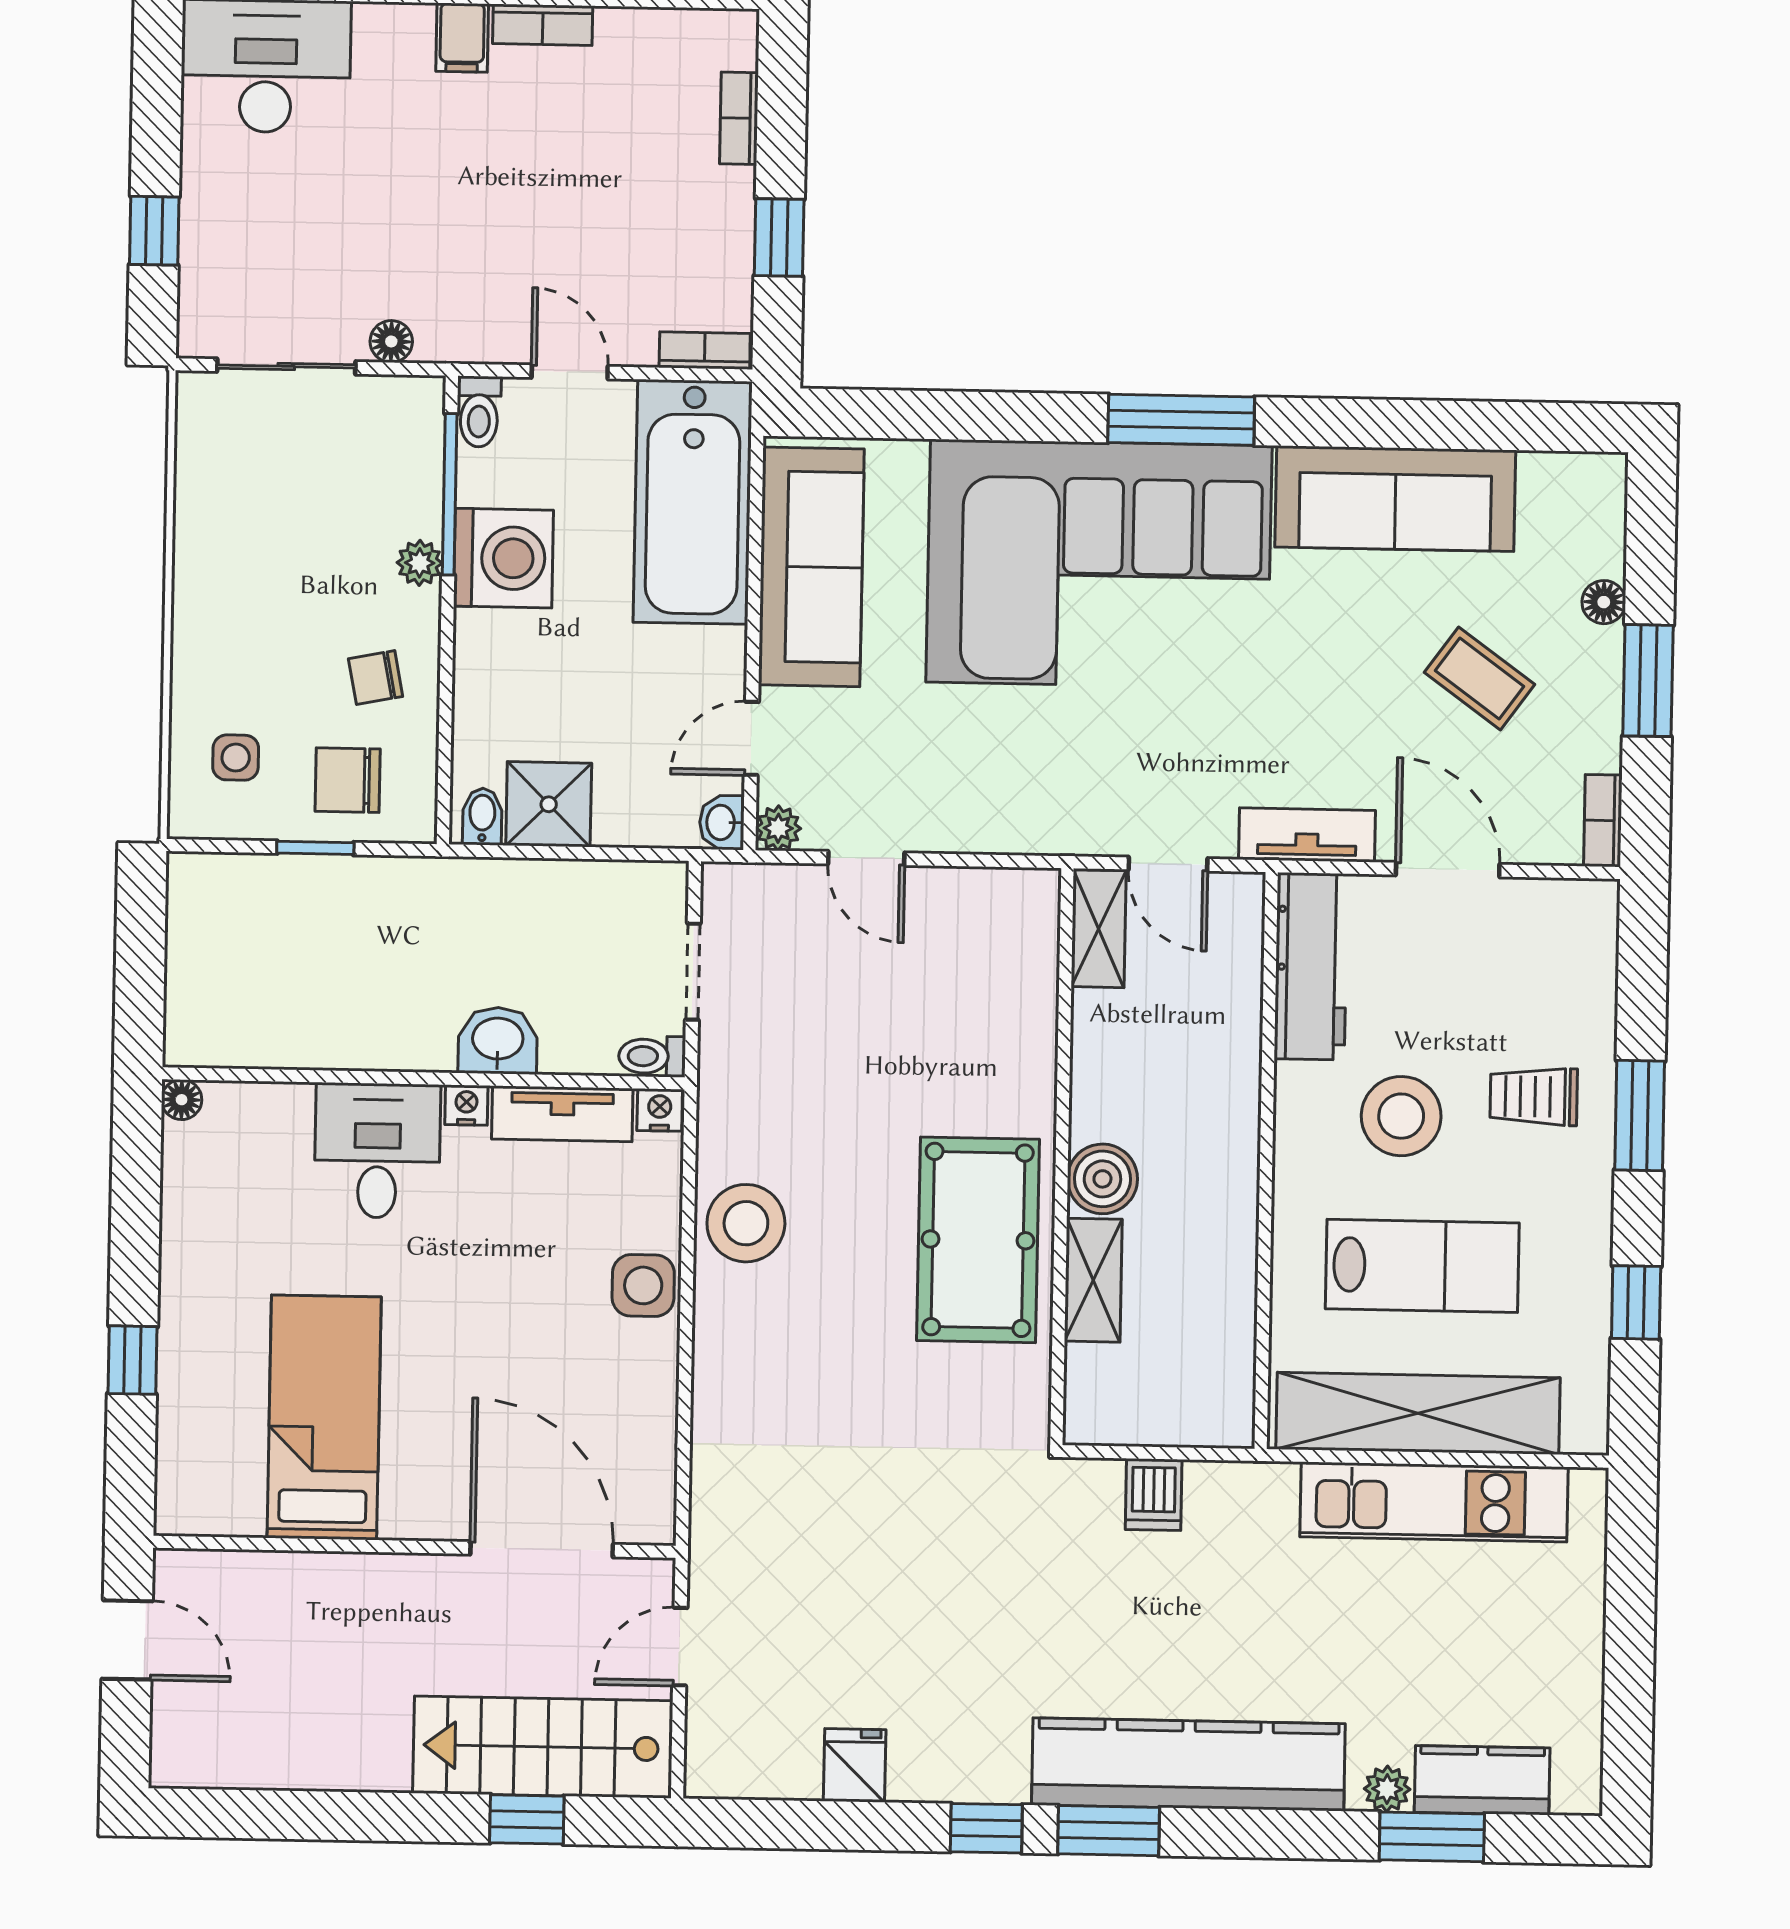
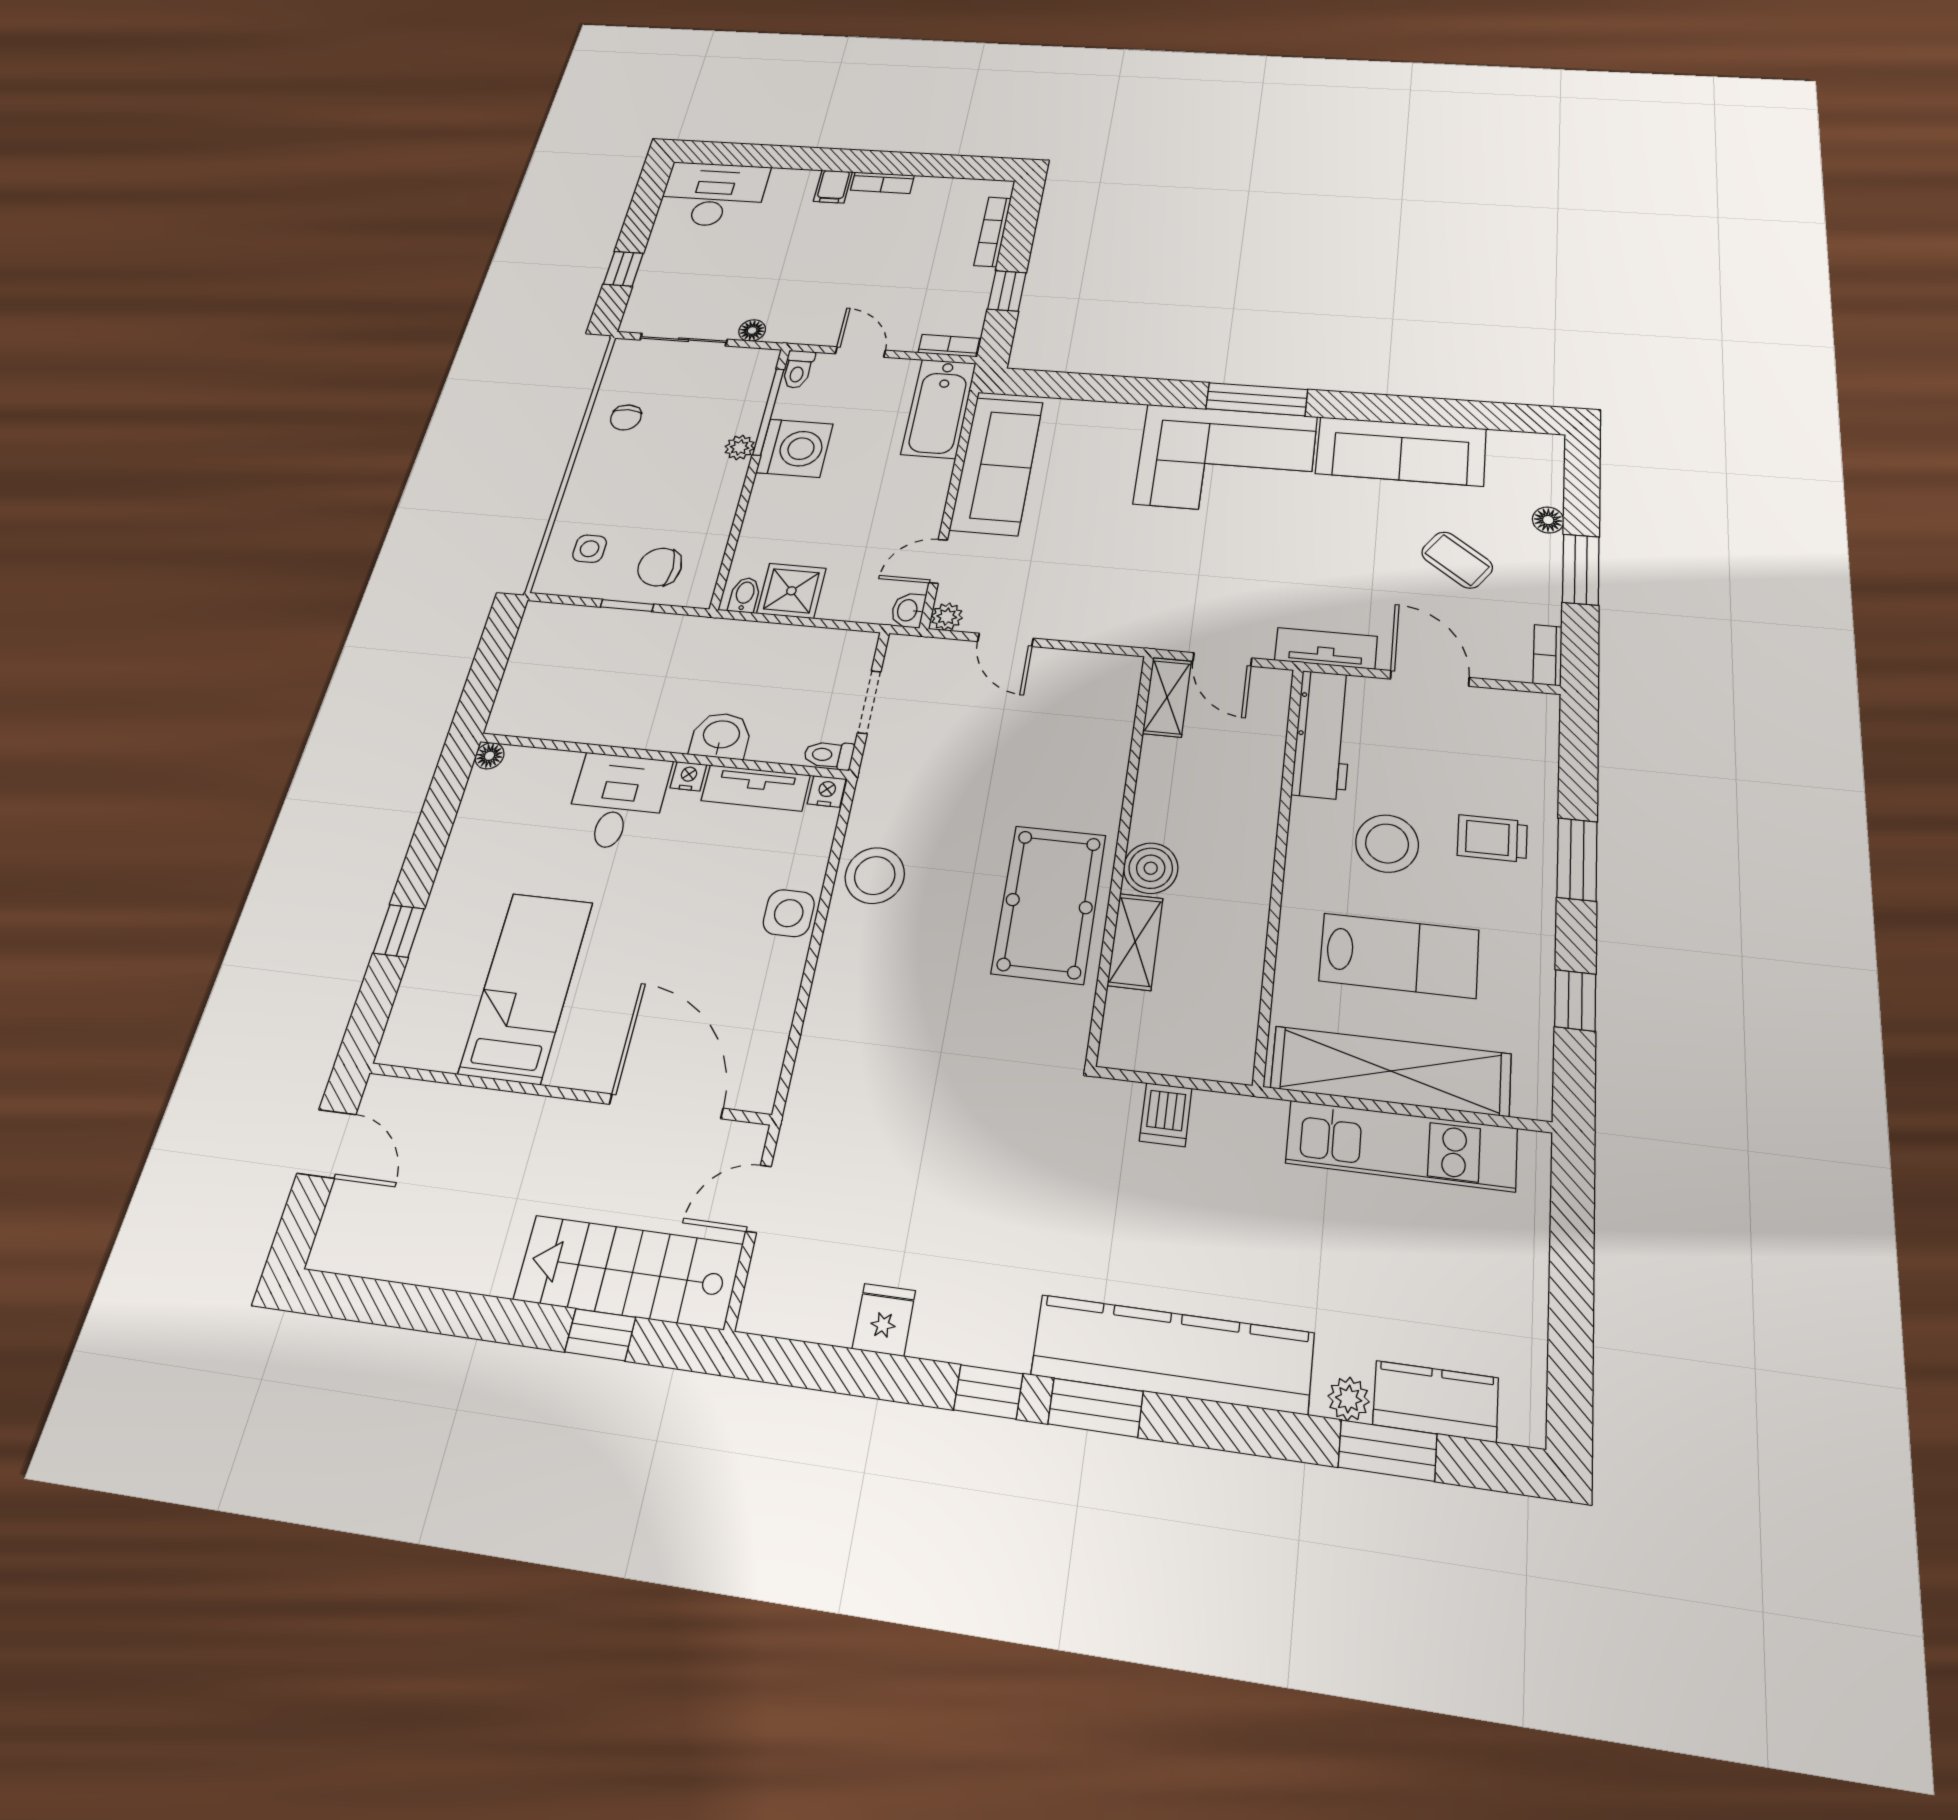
bookcase: (739, 118) -> (993, 232), width x1.56
bathtub: (693, 502) -> (939, 408), width x0.73, depth x0.73
corner sofa: (1099, 564) -> (1226, 460), width x0.73, depth x0.74
chair: (376, 678) -> (626, 417), moved, turned -79

